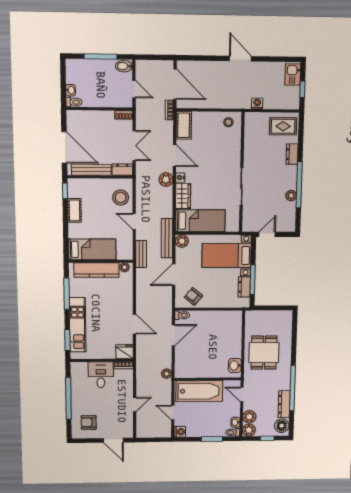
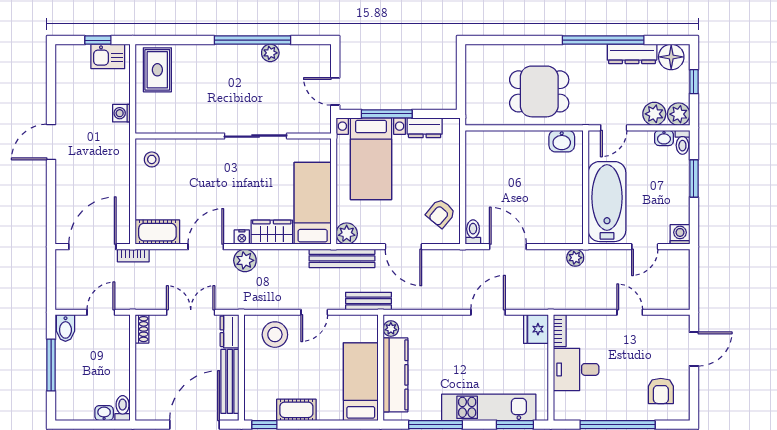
kitchen sink: (293, 75) -> (108, 56), moved
dresser: (292, 154) -> (202, 54), removed
window: (253, 280) -> (387, 114), moved

